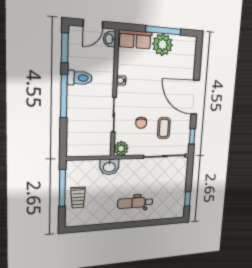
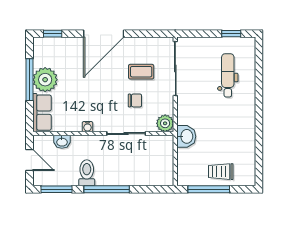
washbasin: (109, 39) -> (62, 142), moved
window: (192, 136) -> (53, 34), moved
trolley: (78, 197) -> (221, 172), turned 180
dental chair: (135, 203) -> (228, 75), moved, turned 180

